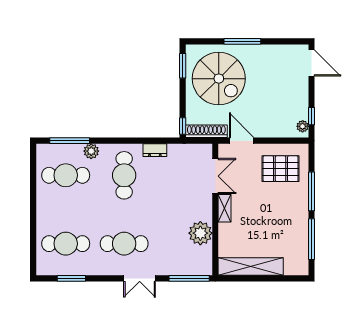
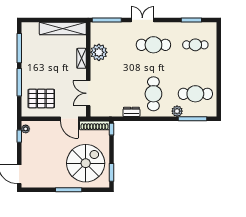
spiral stairs: (219, 79) -> (86, 163), turned 90
shelving: (224, 208) -> (82, 58), moved
cafe table: (66, 244) -> (195, 45), width x0.73, depth x0.74

